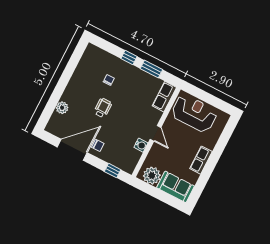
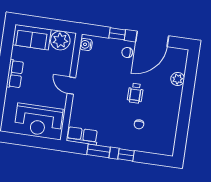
row of seats: (164, 97) -> (82, 136), moved, turned -90
water cooler: (141, 145) -> (86, 44), moved
window: (113, 171) -> (117, 34), moved

